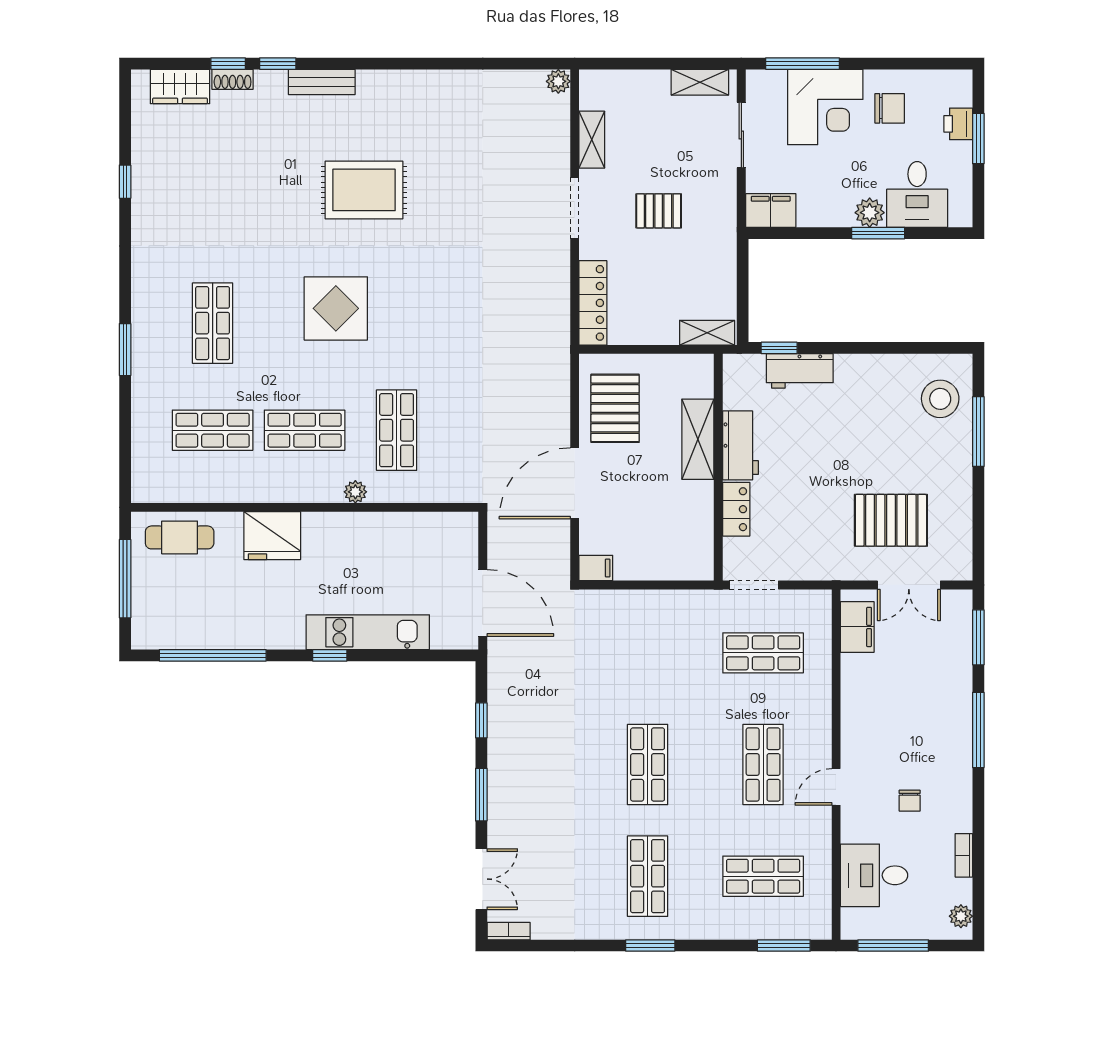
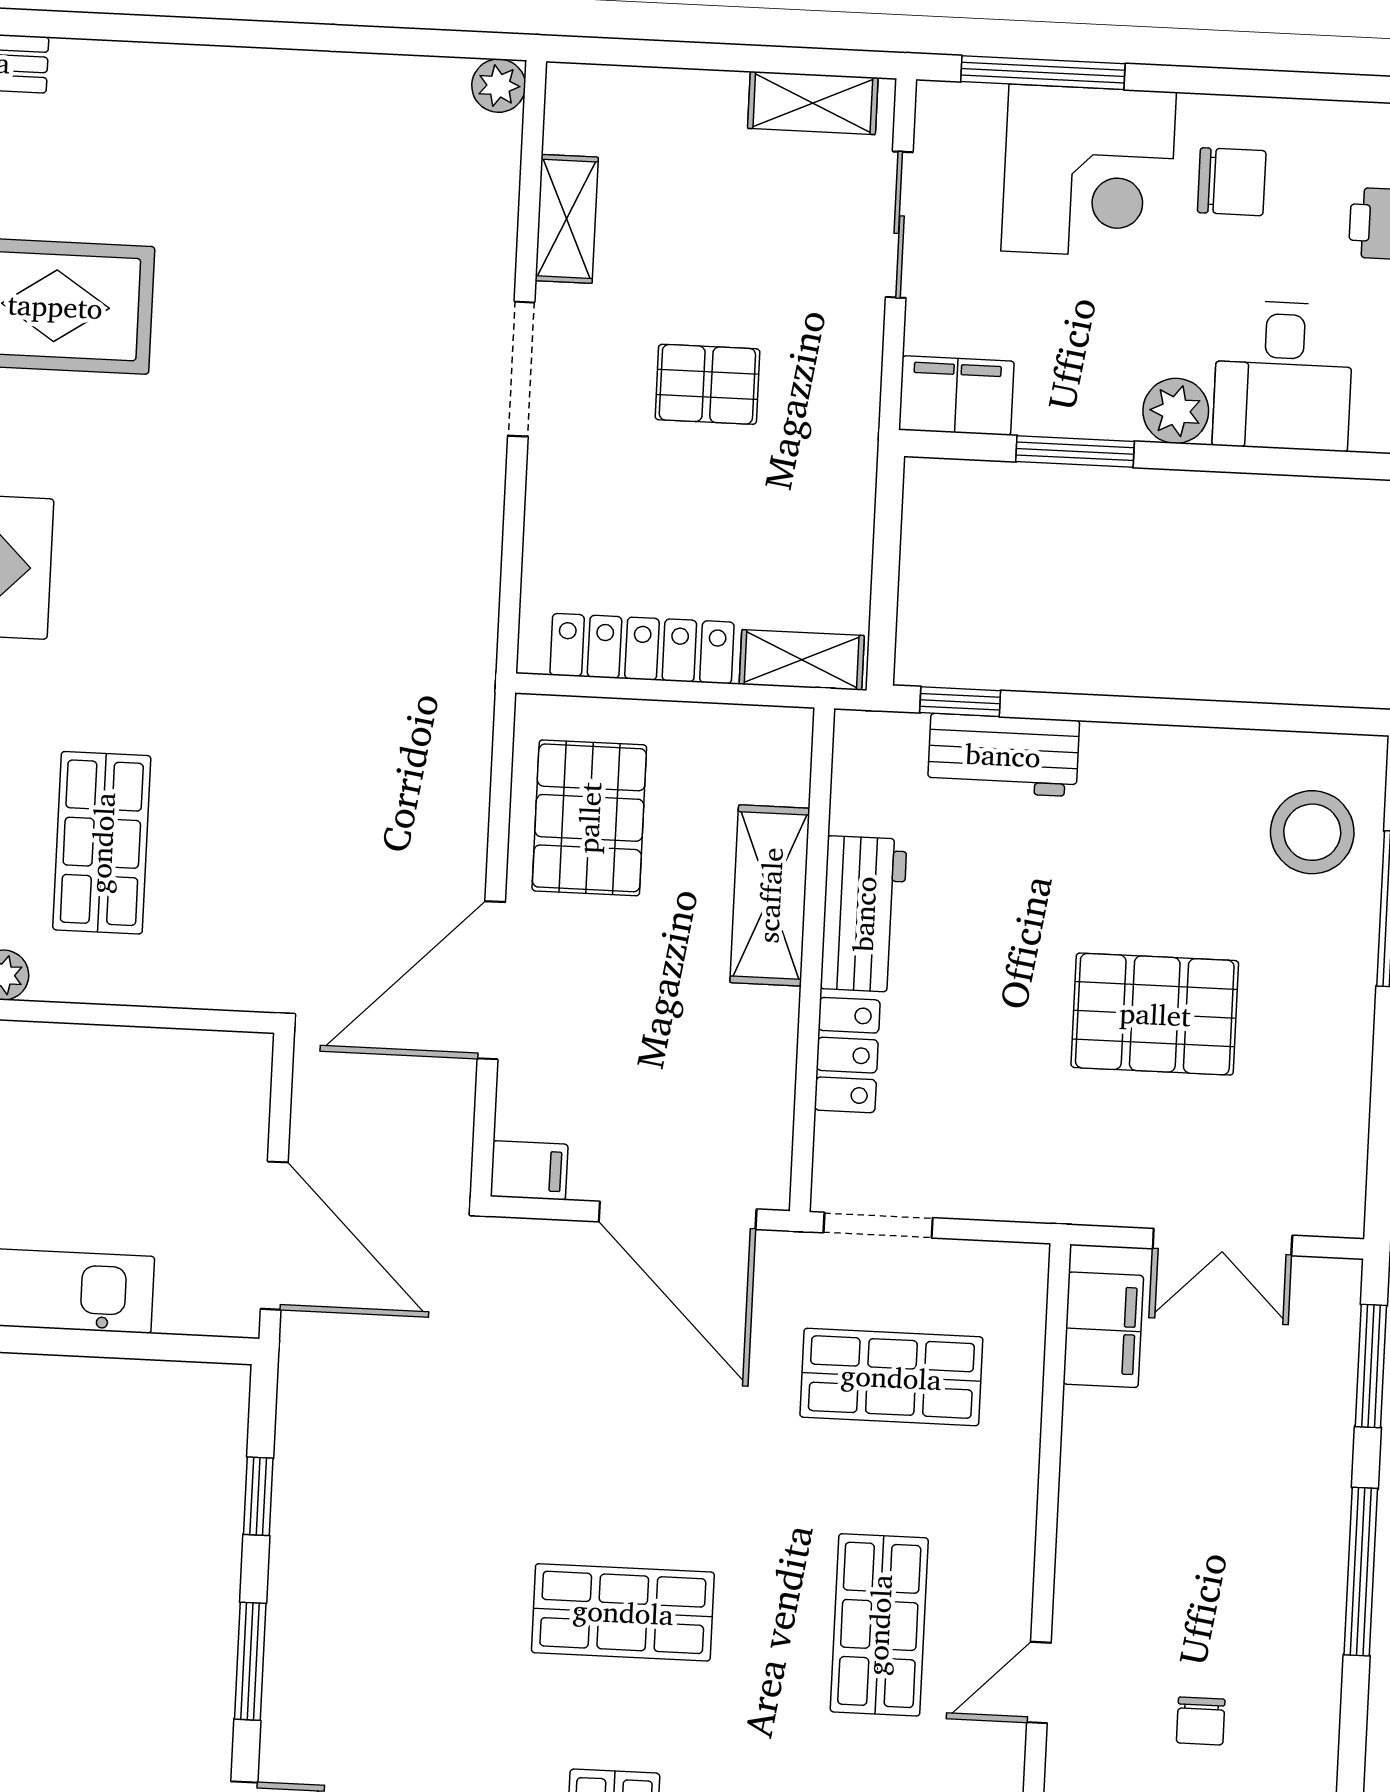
window: (878, 233) -> (1075, 451), moved
locker: (593, 303) -> (642, 649), moved, turned -90
pallet: (891, 520) -> (1155, 1014), moved
door: (664, 585) -> (678, 1215), added
shop shelf: (648, 765) -> (623, 1612), turned 90

